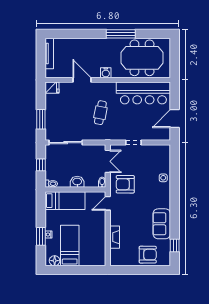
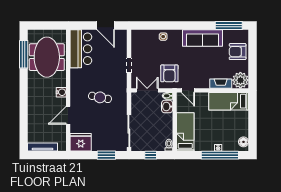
window: (121, 34) -> (24, 54), moved
fridge: (52, 88) -> (81, 142), width x1.88, depth x1.34
bar counter: (143, 93) -> (81, 49), width x0.73
washbasin: (77, 182) -> (167, 107), moved
sofa: (162, 224) -> (202, 38), width x1.36
window: (41, 236) -> (220, 155), width x2.11
bed: (70, 245) -> (229, 101), moved
window: (175, 245) -> (229, 25), width x2.17
armchair: (148, 255) -> (238, 52), turned -90
plant: (118, 258) -> (240, 80), added

